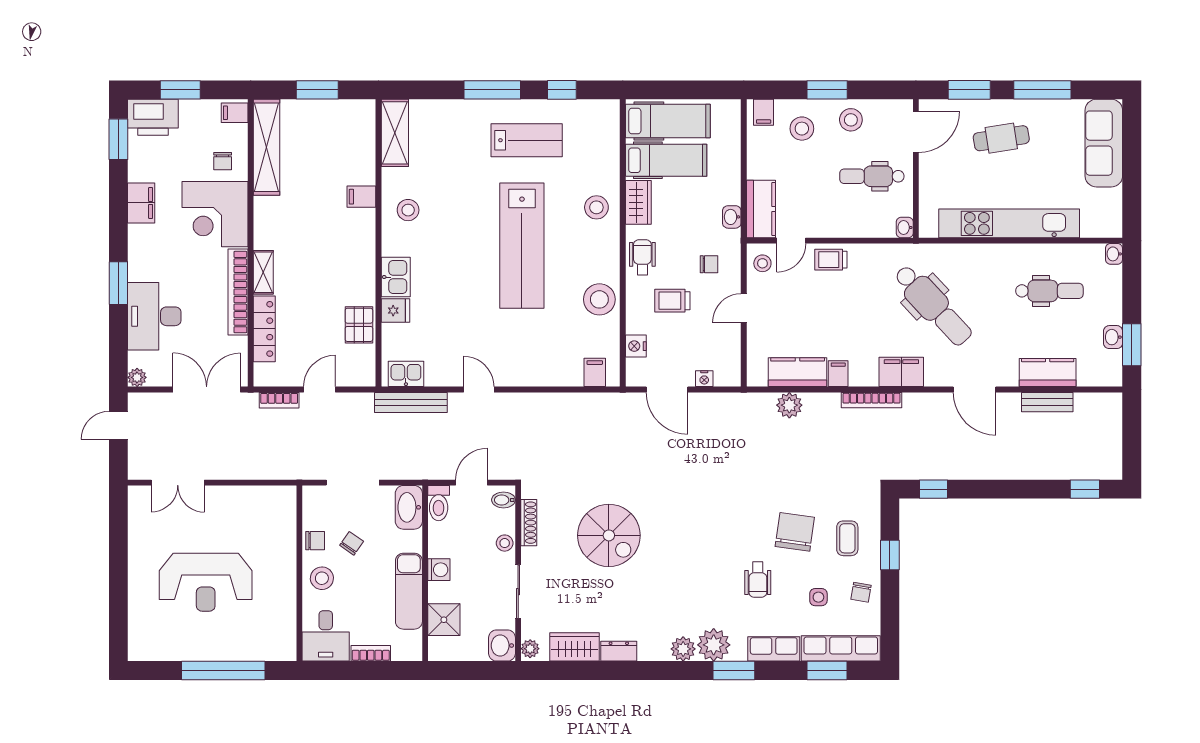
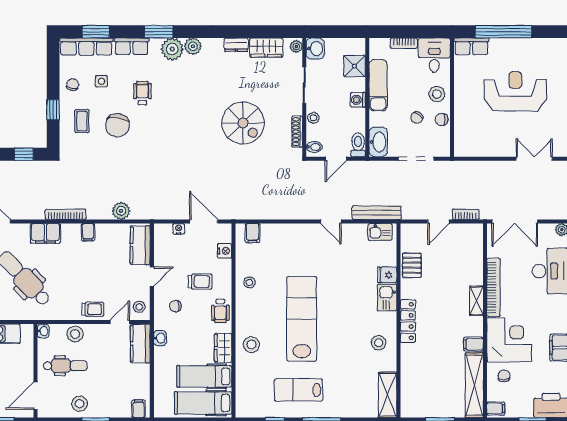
stool: (802, 129) -> (75, 334), moved
filing cabinet: (361, 197) -> (473, 344), moved, turned 180
stool: (599, 299) -> (249, 282), width x0.53, depth x0.53
locker: (264, 329) -> (408, 321), moved, turned 180
kitchen counter: (798, 372) -> (140, 245), moved, turned 90
spiral stairs: (609, 535) -> (243, 123), turned 180
row of seats: (271, 649) -> (471, 46), added

